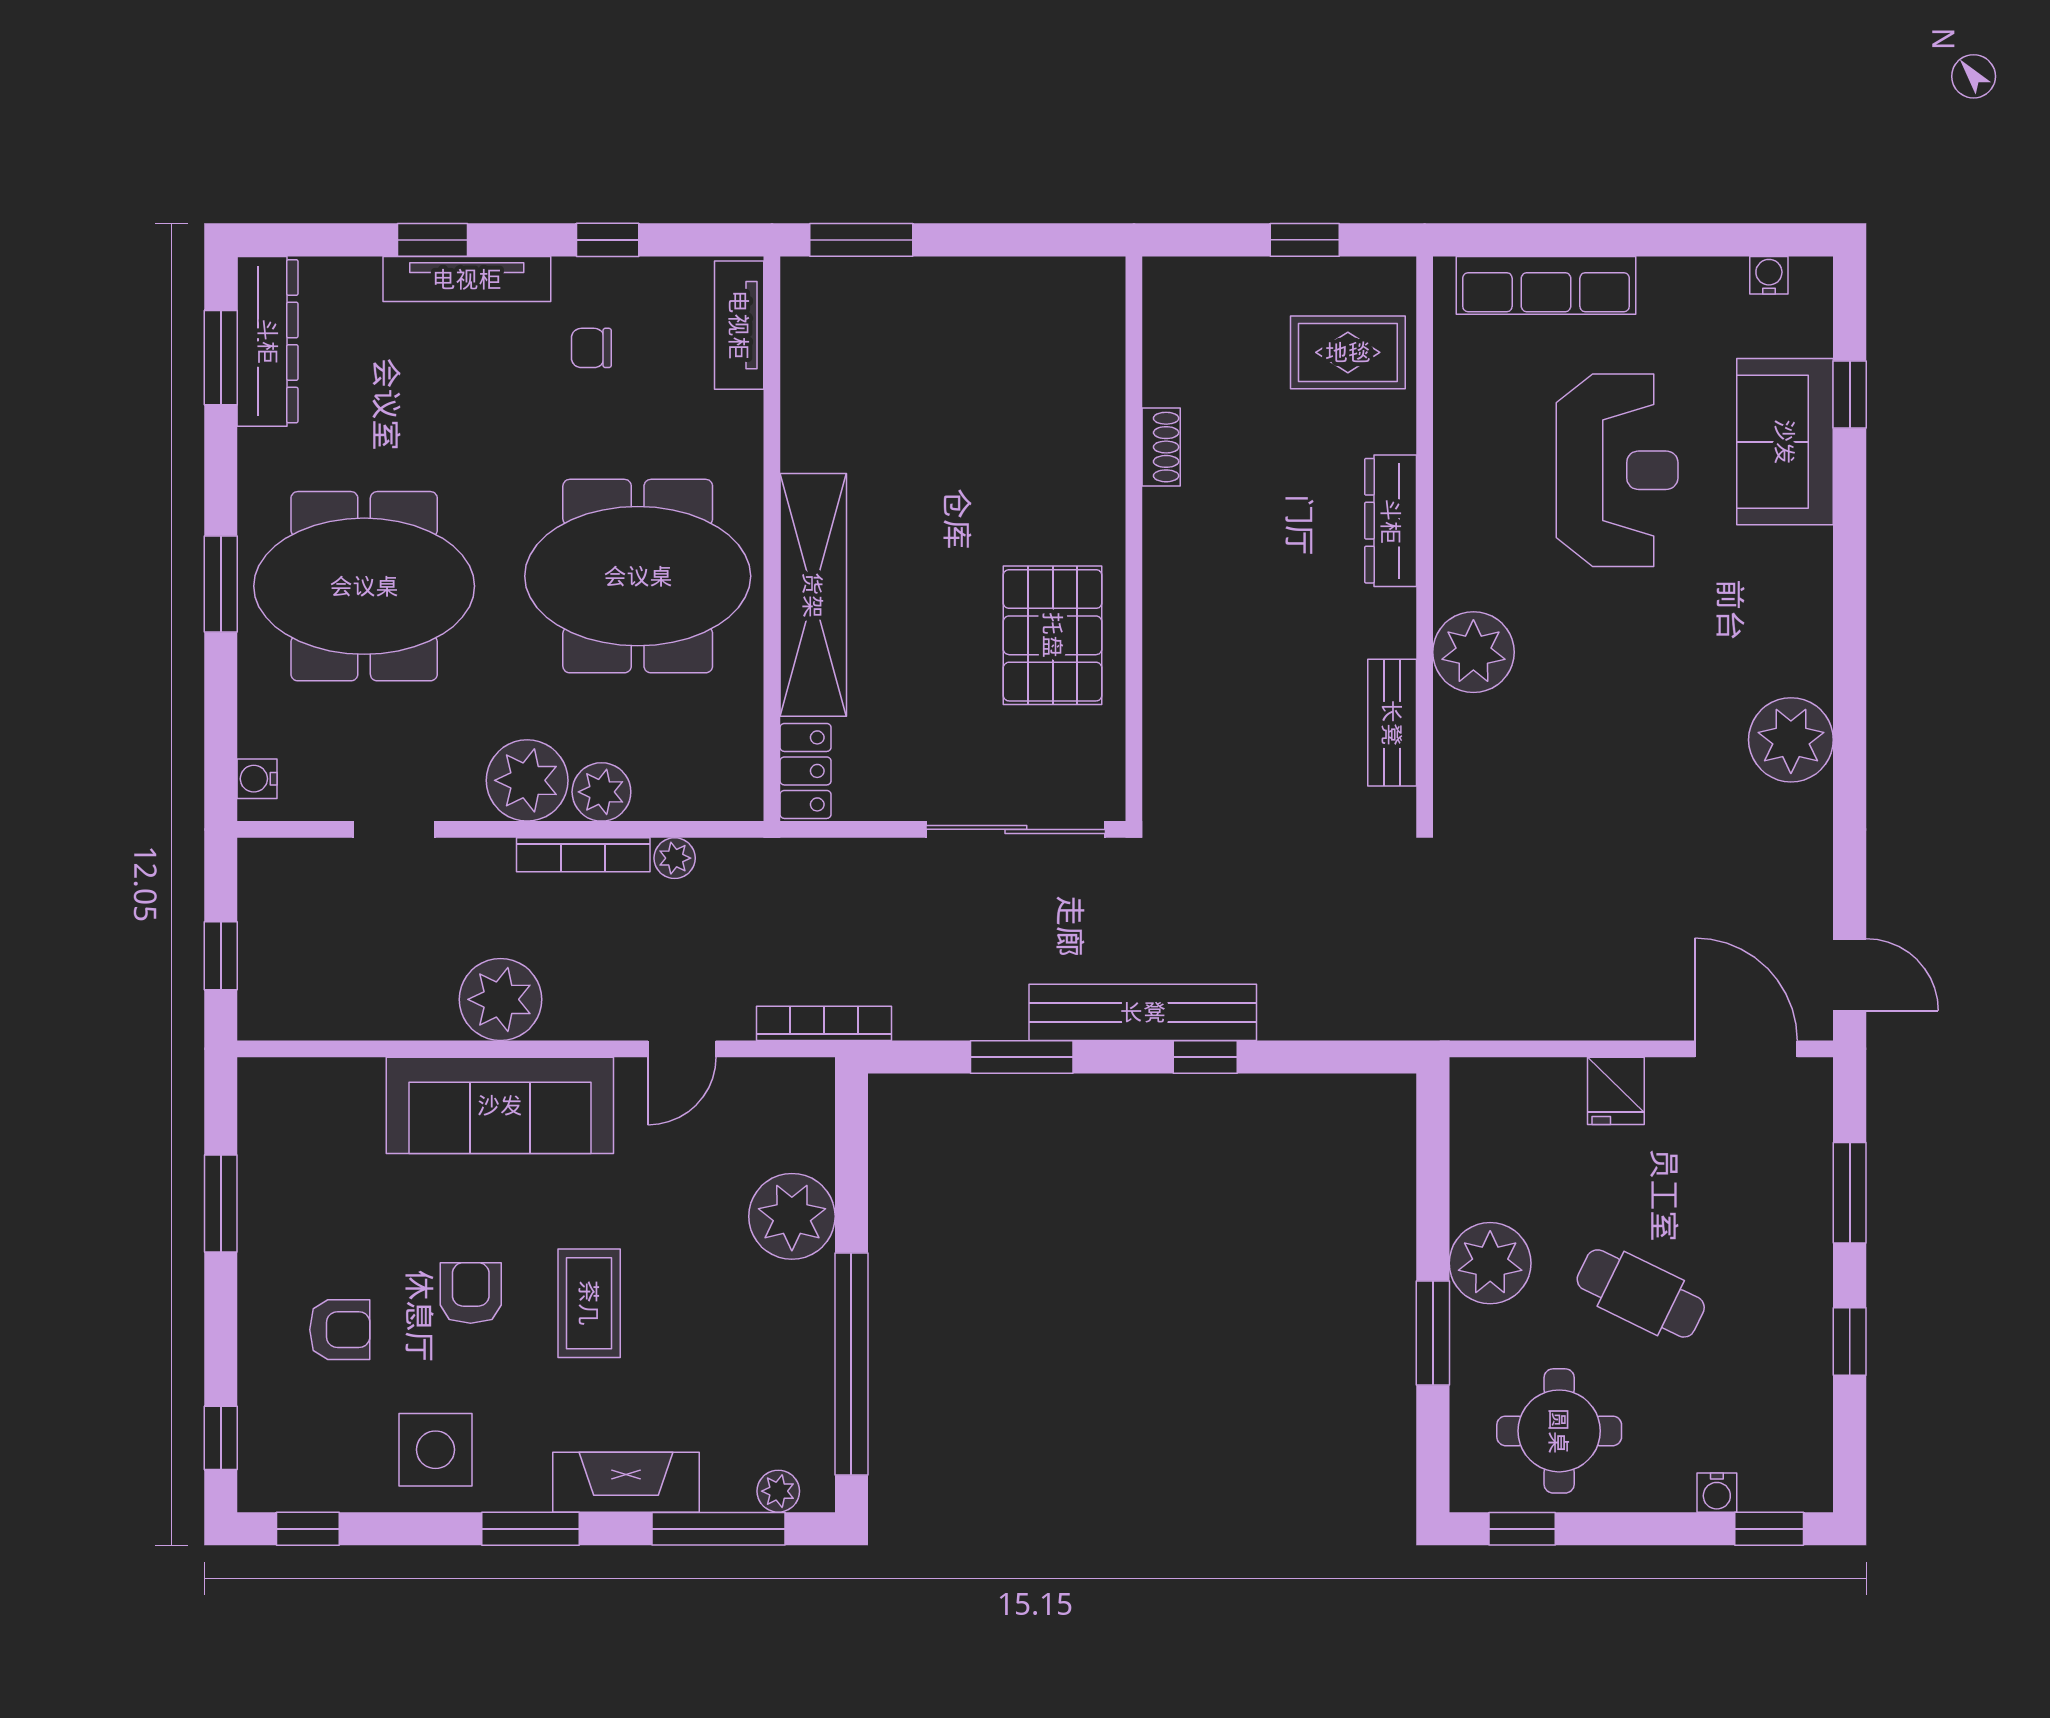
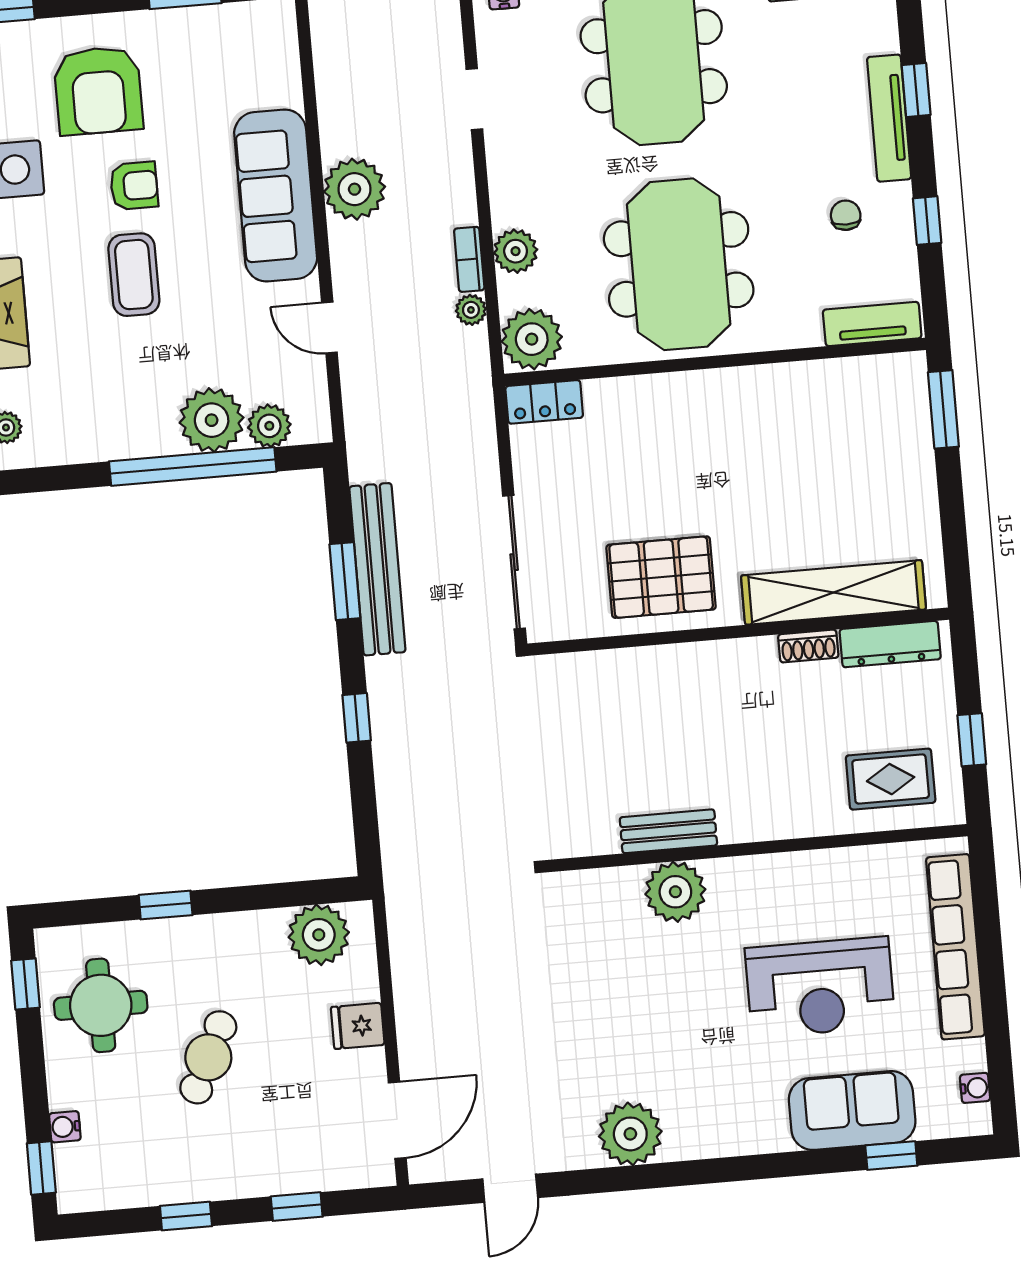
row of seats: (1546, 285) -> (955, 947), width x1.36
rug: (1348, 352) -> (891, 779), turned 90
dresser: (1391, 521) -> (890, 644), moved, turned 180
shelving: (813, 595) -> (833, 592), moved
bench: (1392, 723) -> (668, 831), moved
plant: (527, 780) -> (532, 339), moved
bookcase: (583, 855) -> (469, 259), width x0.64
door: (1850, 975) -> (510, 1188), moved
bench: (1143, 1012) -> (377, 569), moved
bookcase: (824, 1023) -> (357, 432), removed
plant: (806, 1140) -> (269, 426), added
window: (1850, 1193) -> (297, 1207), width x0.67
plant: (1490, 1263) -> (319, 935), moved
coffee table: (589, 1303) -> (134, 275), turned 90
armchair: (340, 1330) -> (98, 91), width x1.88, depth x1.88
window: (1433, 1333) -> (166, 905), width x0.67
window: (851, 1364) -> (193, 466), moved

